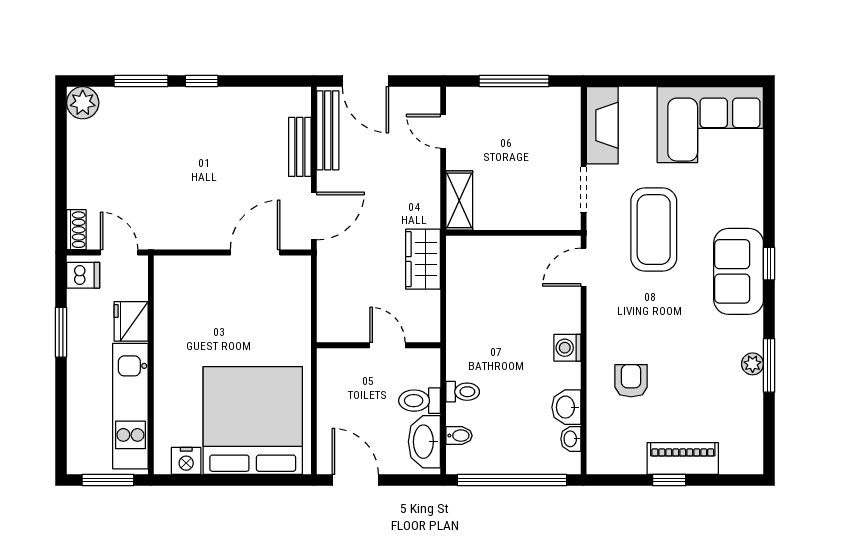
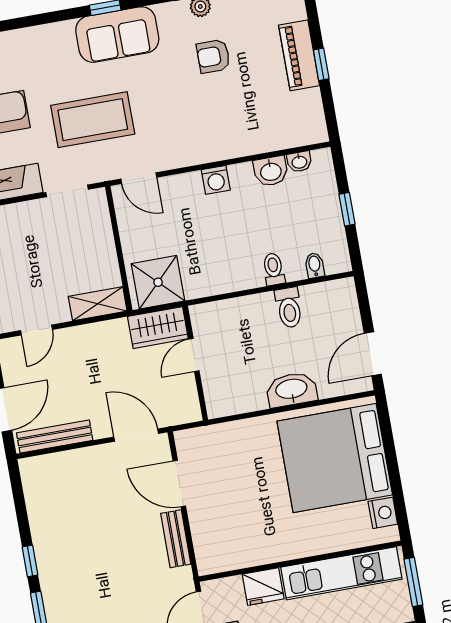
bench: (300, 147) -> (176, 539), moved, turned 90
shower: (471, 268) -> (158, 282), added
wall: (379, 345) -> (195, 363), moved
door: (387, 345) -> (194, 355), moved
armchair: (631, 381) -> (213, 56), moved
washbasin: (424, 442) -> (292, 390), moved, turned 180
window: (512, 480) -> (347, 209), width x0.32

